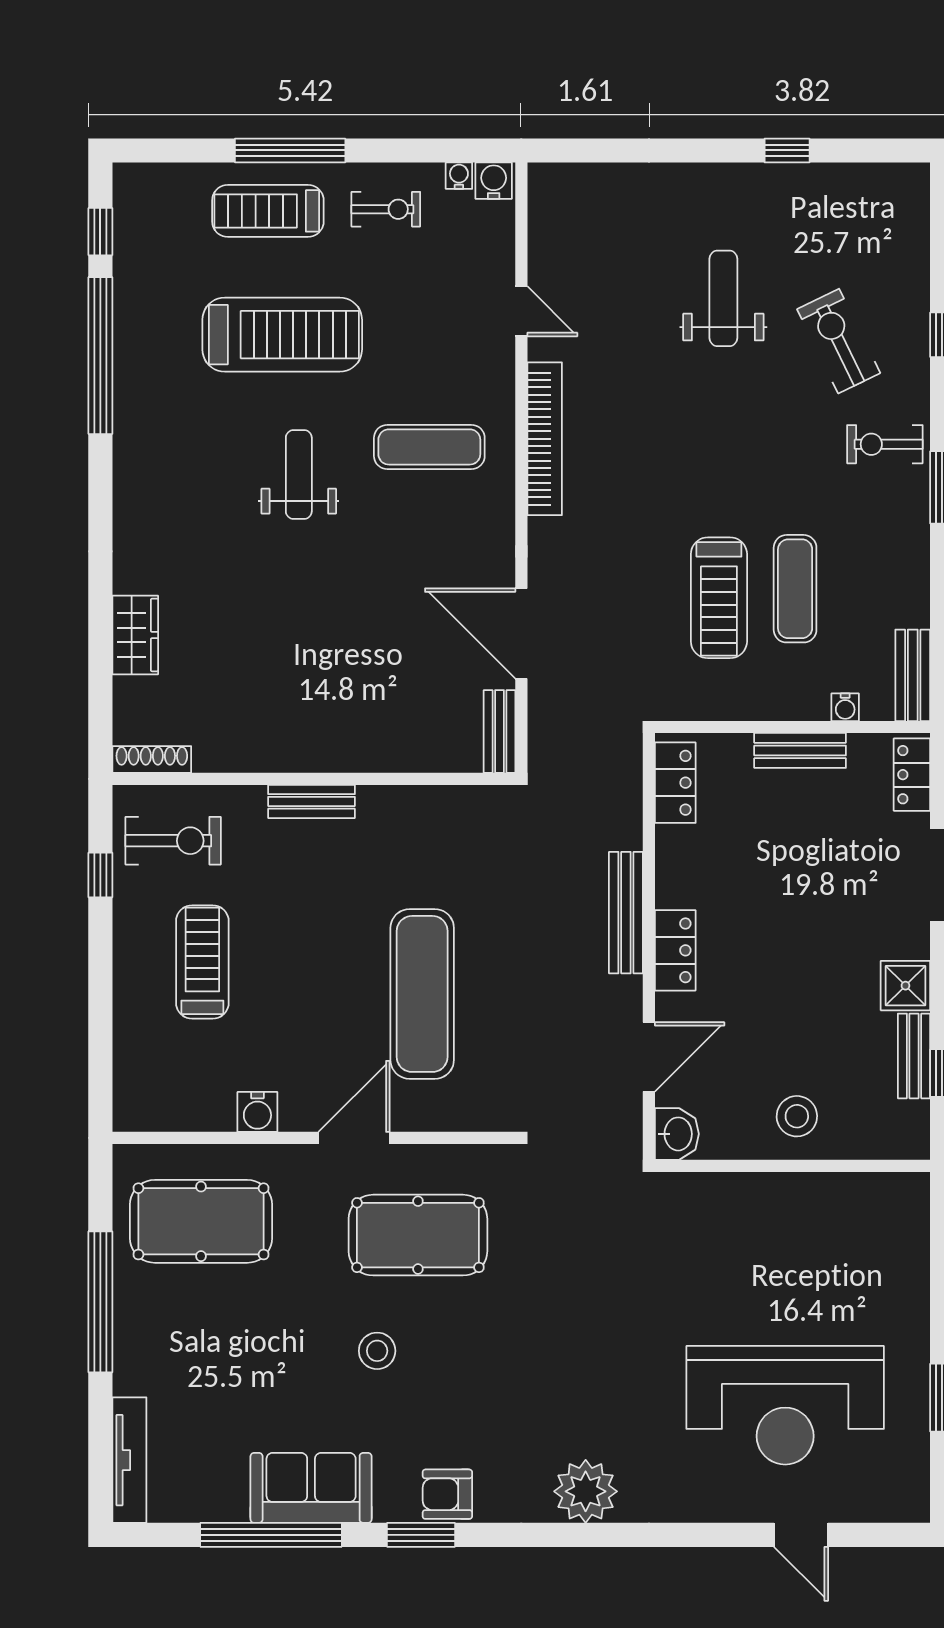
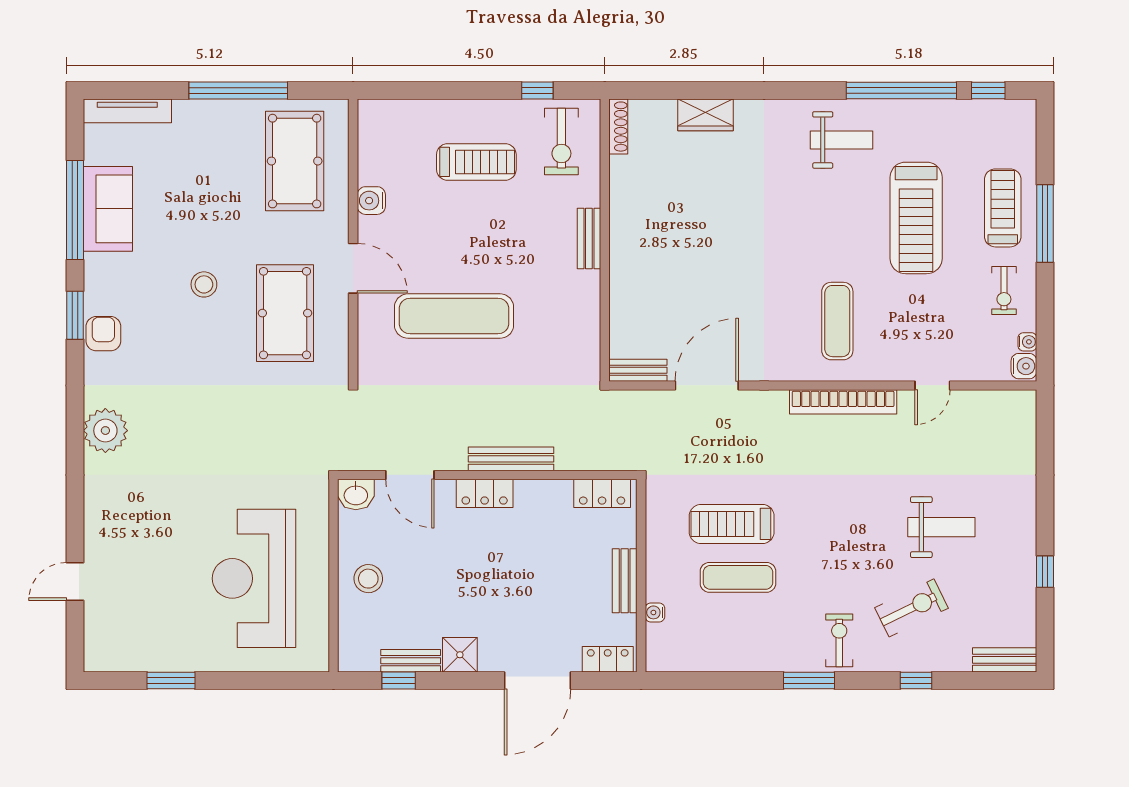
weight bench: (299, 475) -> (841, 140), moved
bench: (913, 675) -> (1005, 660), moved
reception desk: (785, 1405) -> (254, 578), moved
sofa: (311, 1488) -> (108, 209), moved

